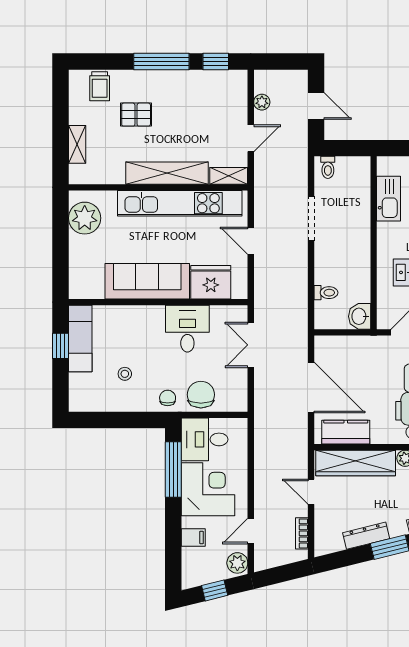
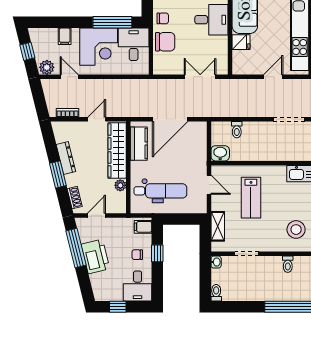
fridge: (211, 282) -> (241, 42), width x0.53, depth x0.75
desk: (187, 329) -> (211, 20), moved

